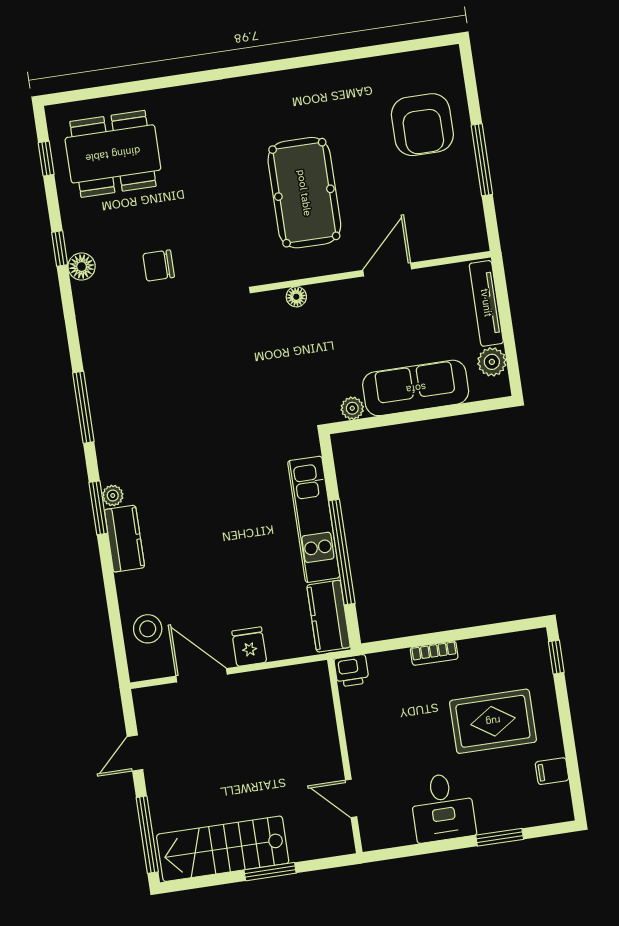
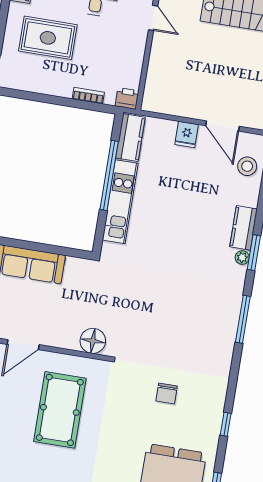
chair: (159, 266) -> (167, 393), turned 90
floor lamp: (82, 267) -> (215, 408), removed
floor lamp: (296, 297) -> (93, 341), width x1.89, depth x1.89
plant: (352, 408) -> (73, 264), removed
bookcase: (434, 653) -> (88, 96), moved

